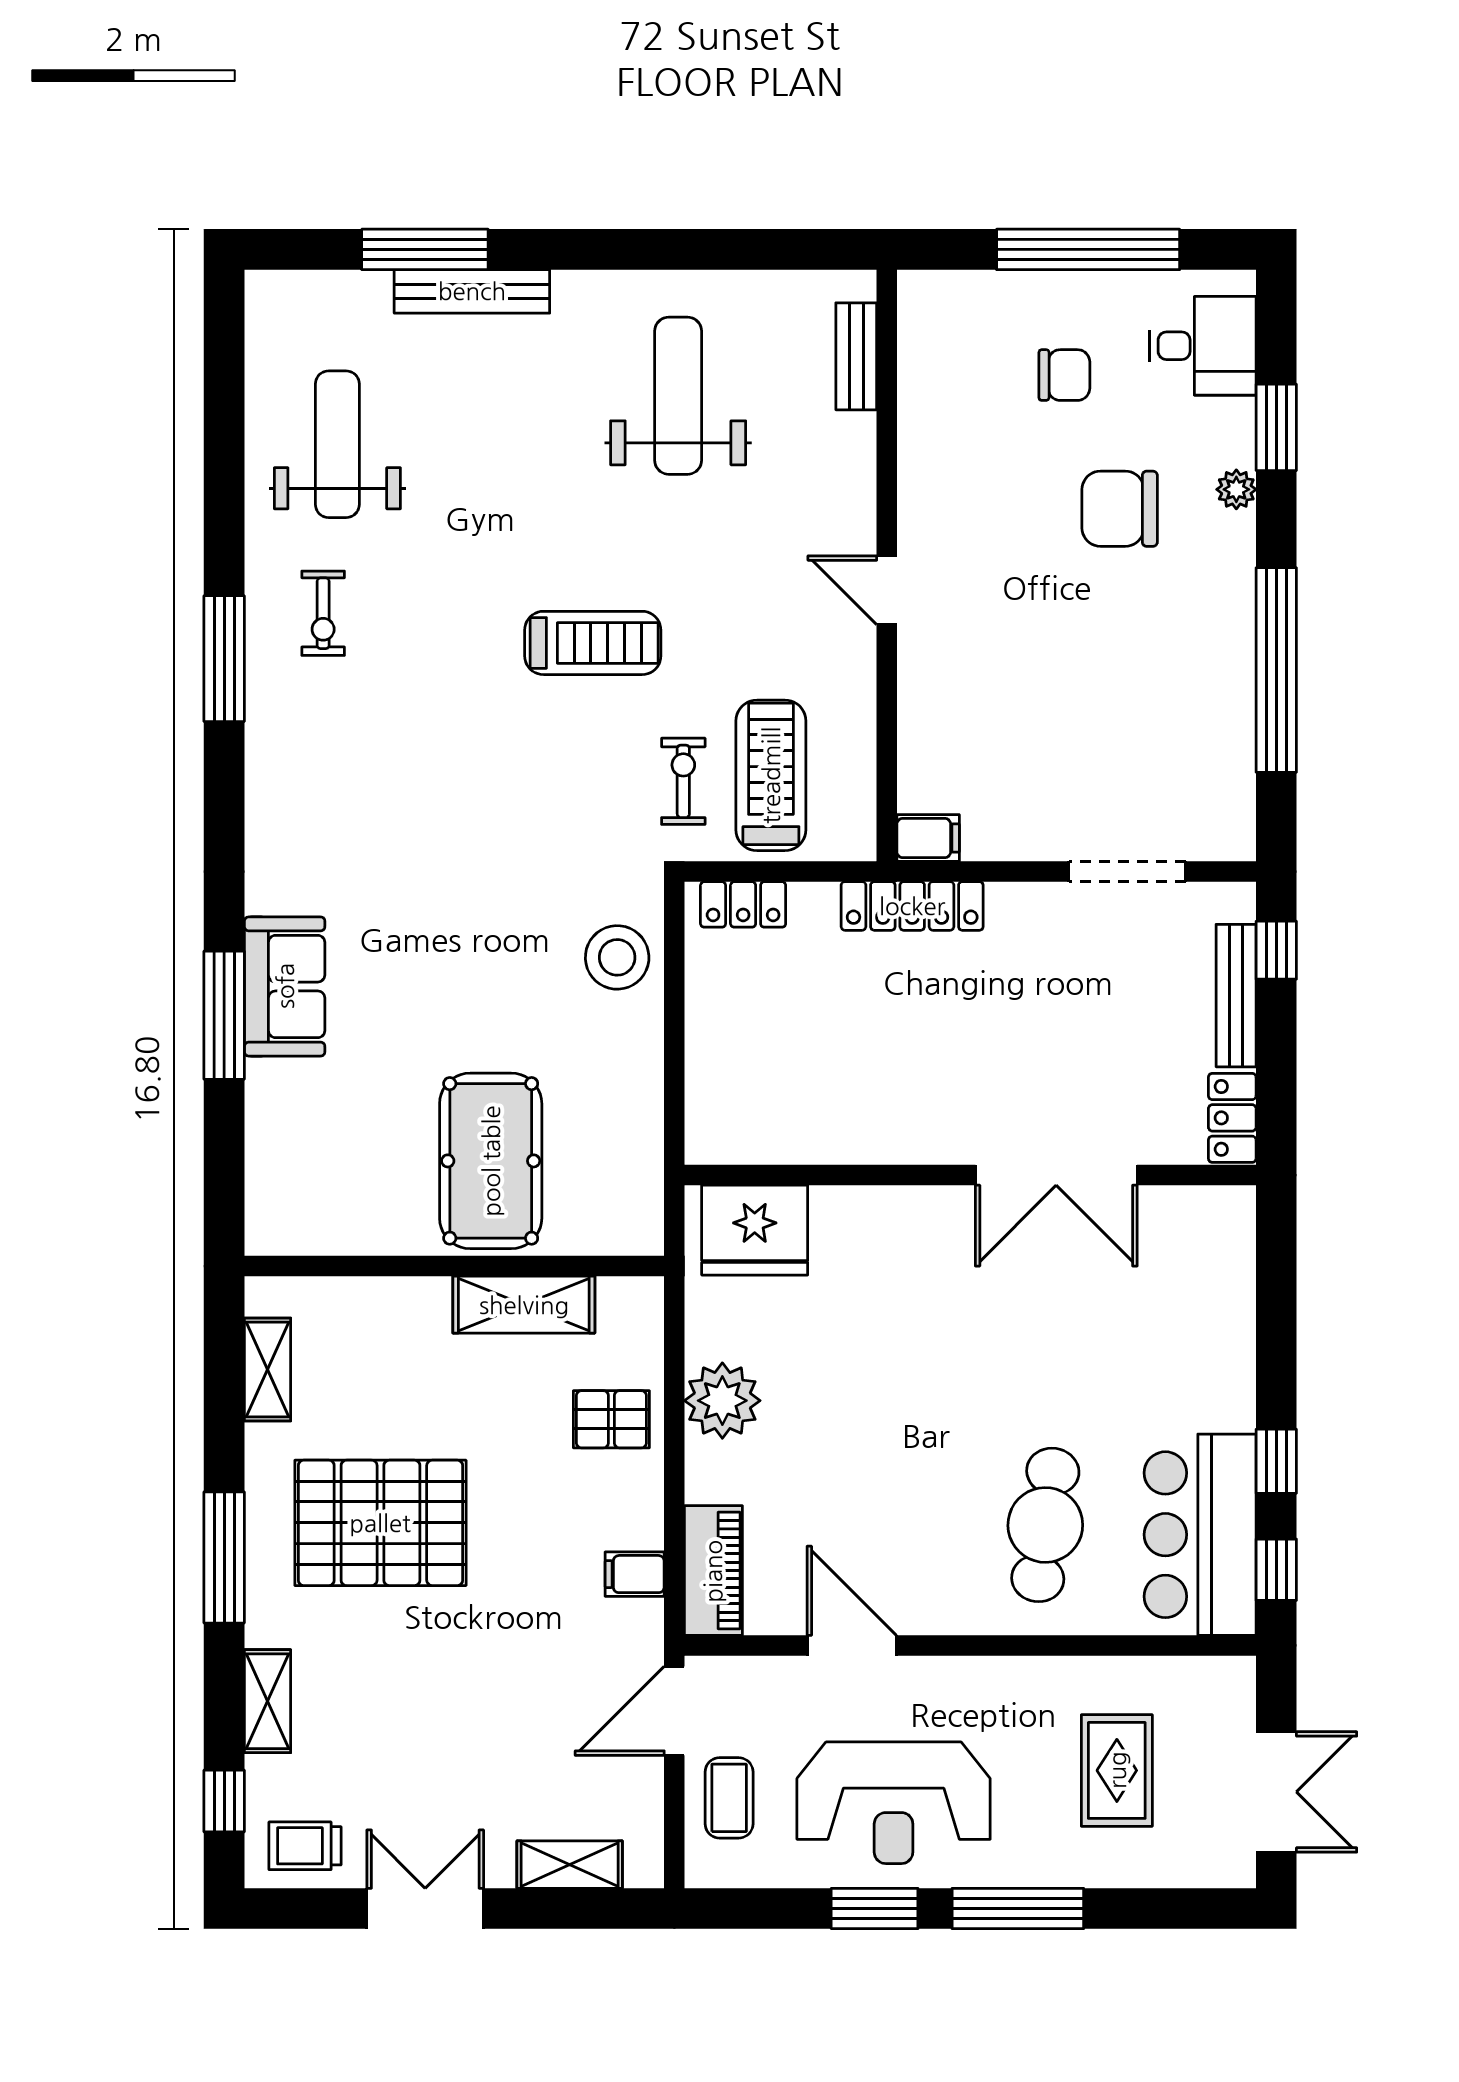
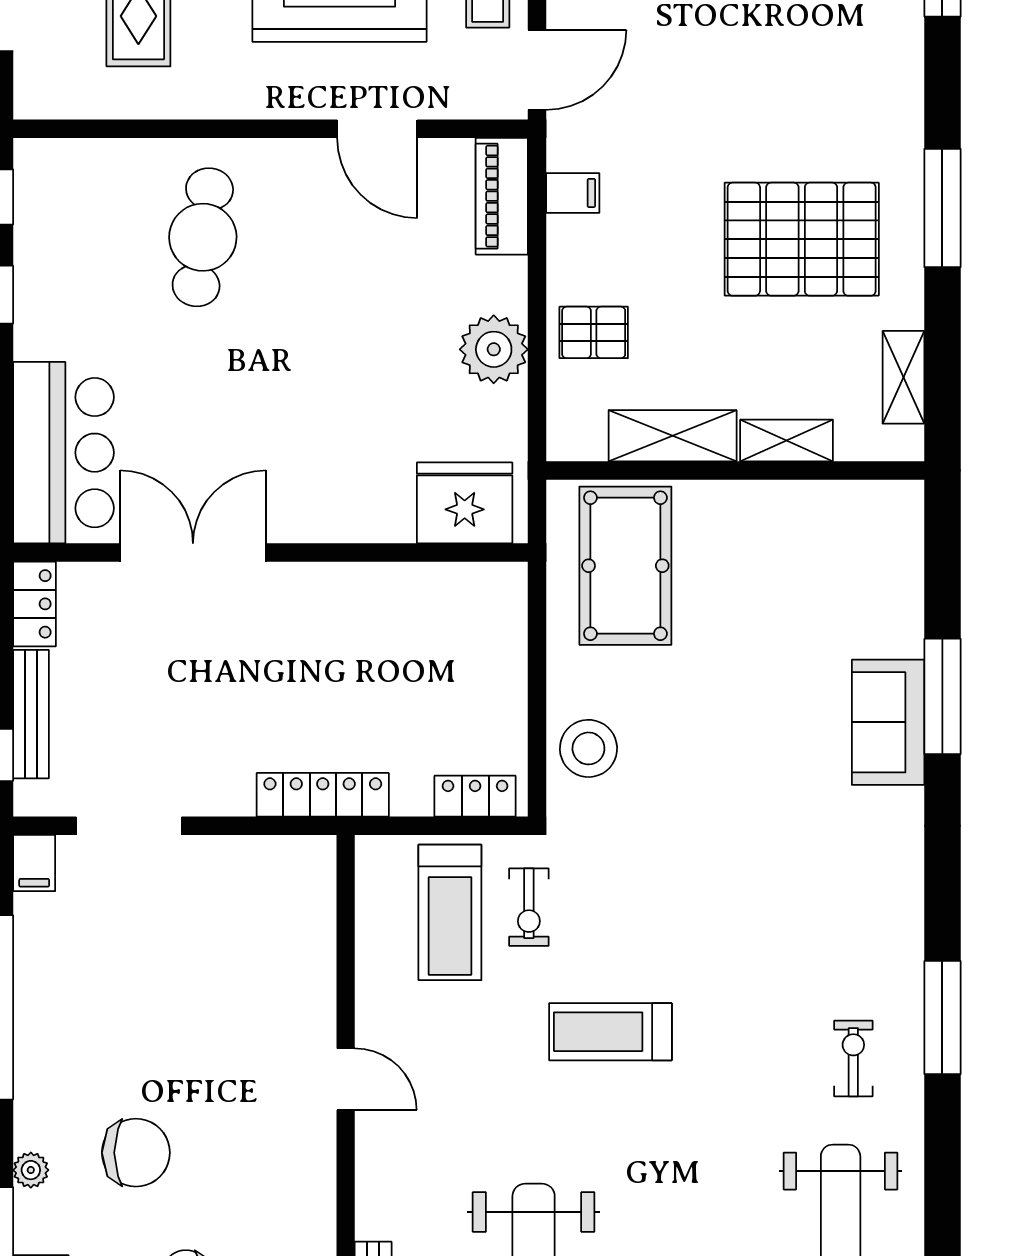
filing cabinet: (928, 838) -> (34, 863), moved, turned -90
pool table: (491, 1161) -> (625, 566), moved
bar counter: (1200, 1535) -> (63, 453), moved
shelving: (268, 1701) -> (787, 440), moved, turned 90

